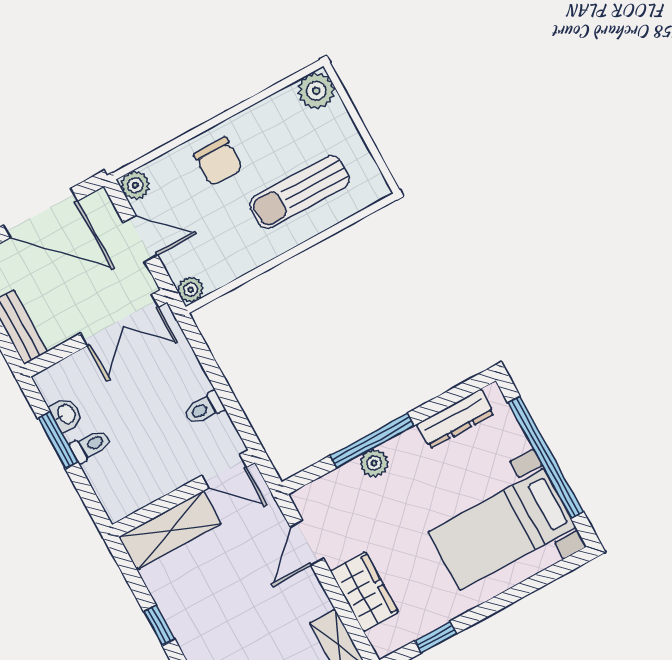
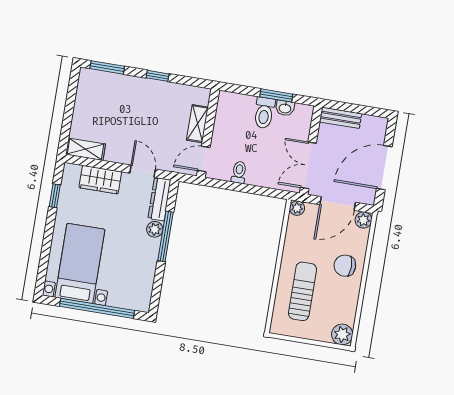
door: (140, 239) -> (338, 203), width x1.38
dresser: (455, 419) -> (159, 199), moved
toilet: (90, 445) -> (264, 113), width x1.37, depth x1.39
shelving: (170, 530) -> (197, 124), width x0.67, depth x0.75

